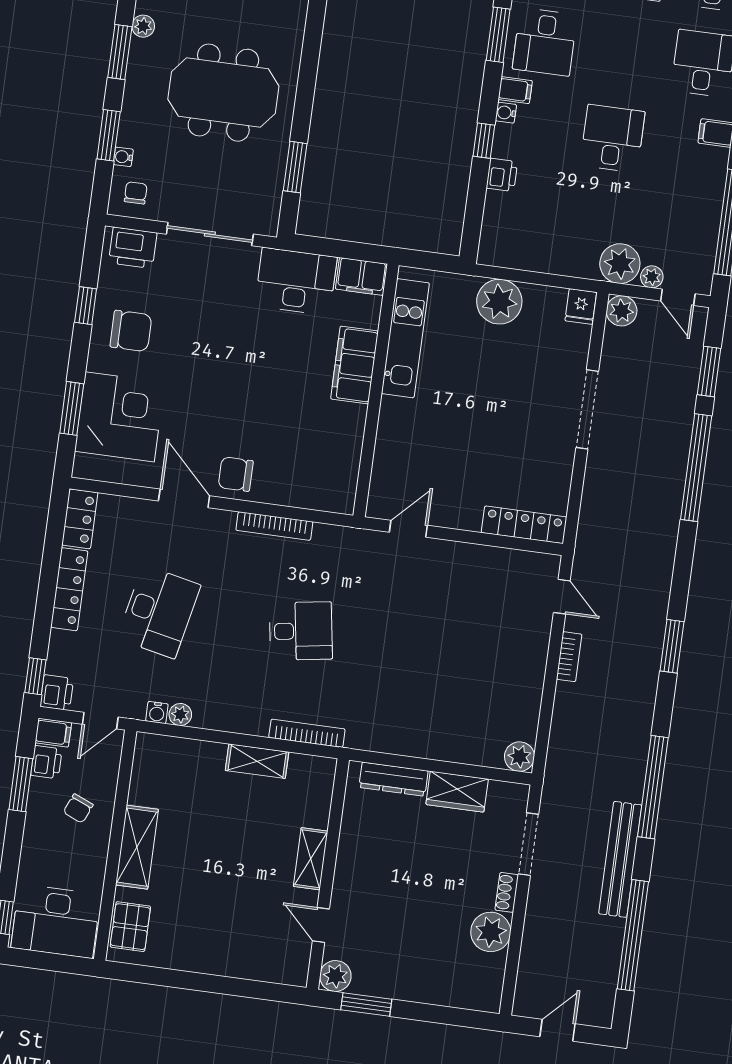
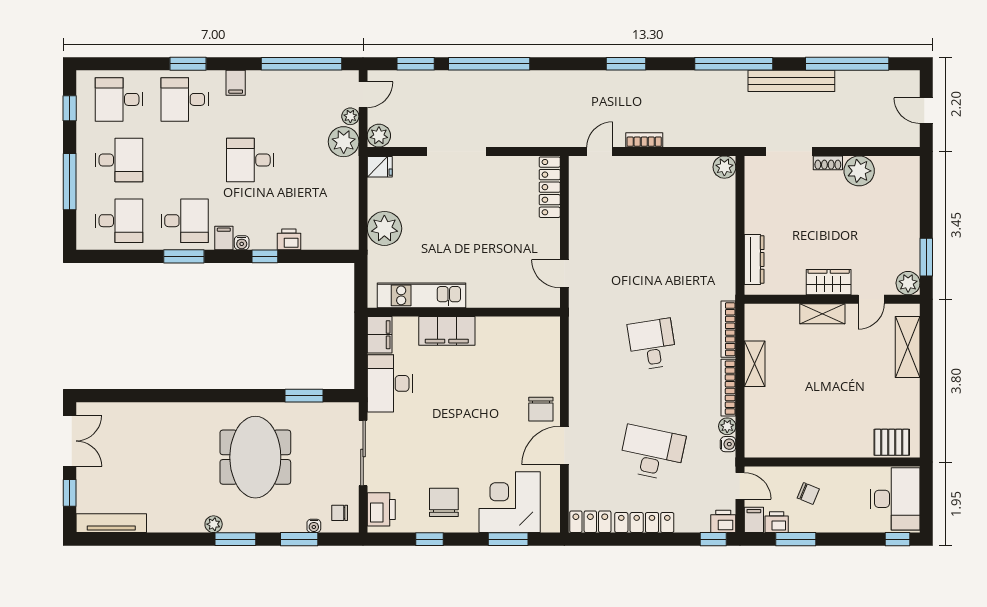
bookcase: (274, 526) -> (728, 388), moved, turned 180
wardrobe: (457, 792) -> (829, 282), moved, turned -90
shelving: (137, 847) -> (908, 347), moved, turned 90

